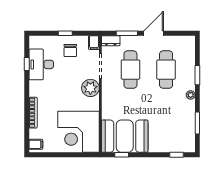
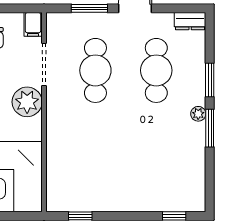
dresser: (111, 41) -> (190, 21), moved
window: (197, 123) -> (210, 128), moved
booth: (125, 136) -> (86, 184), removed

